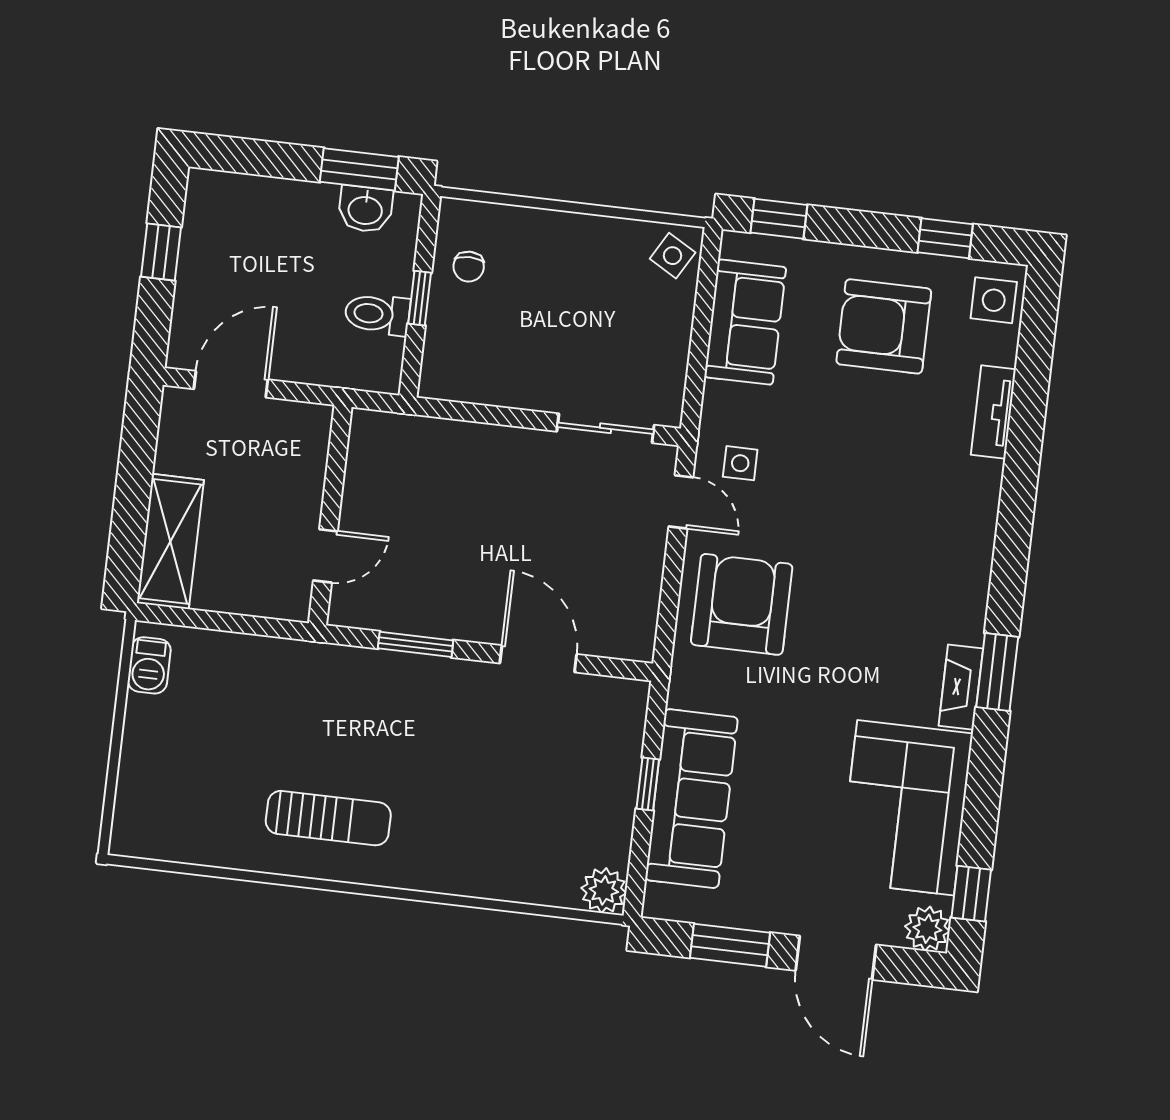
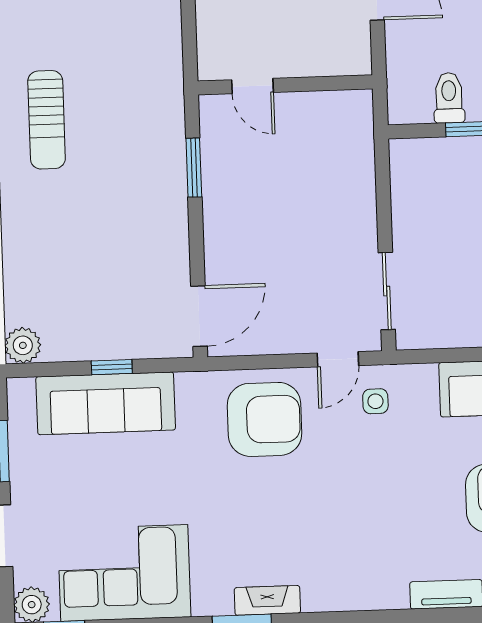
door: (538, 659) -> (199, 316), moved
fireplace: (961, 687) -> (267, 600), moved

